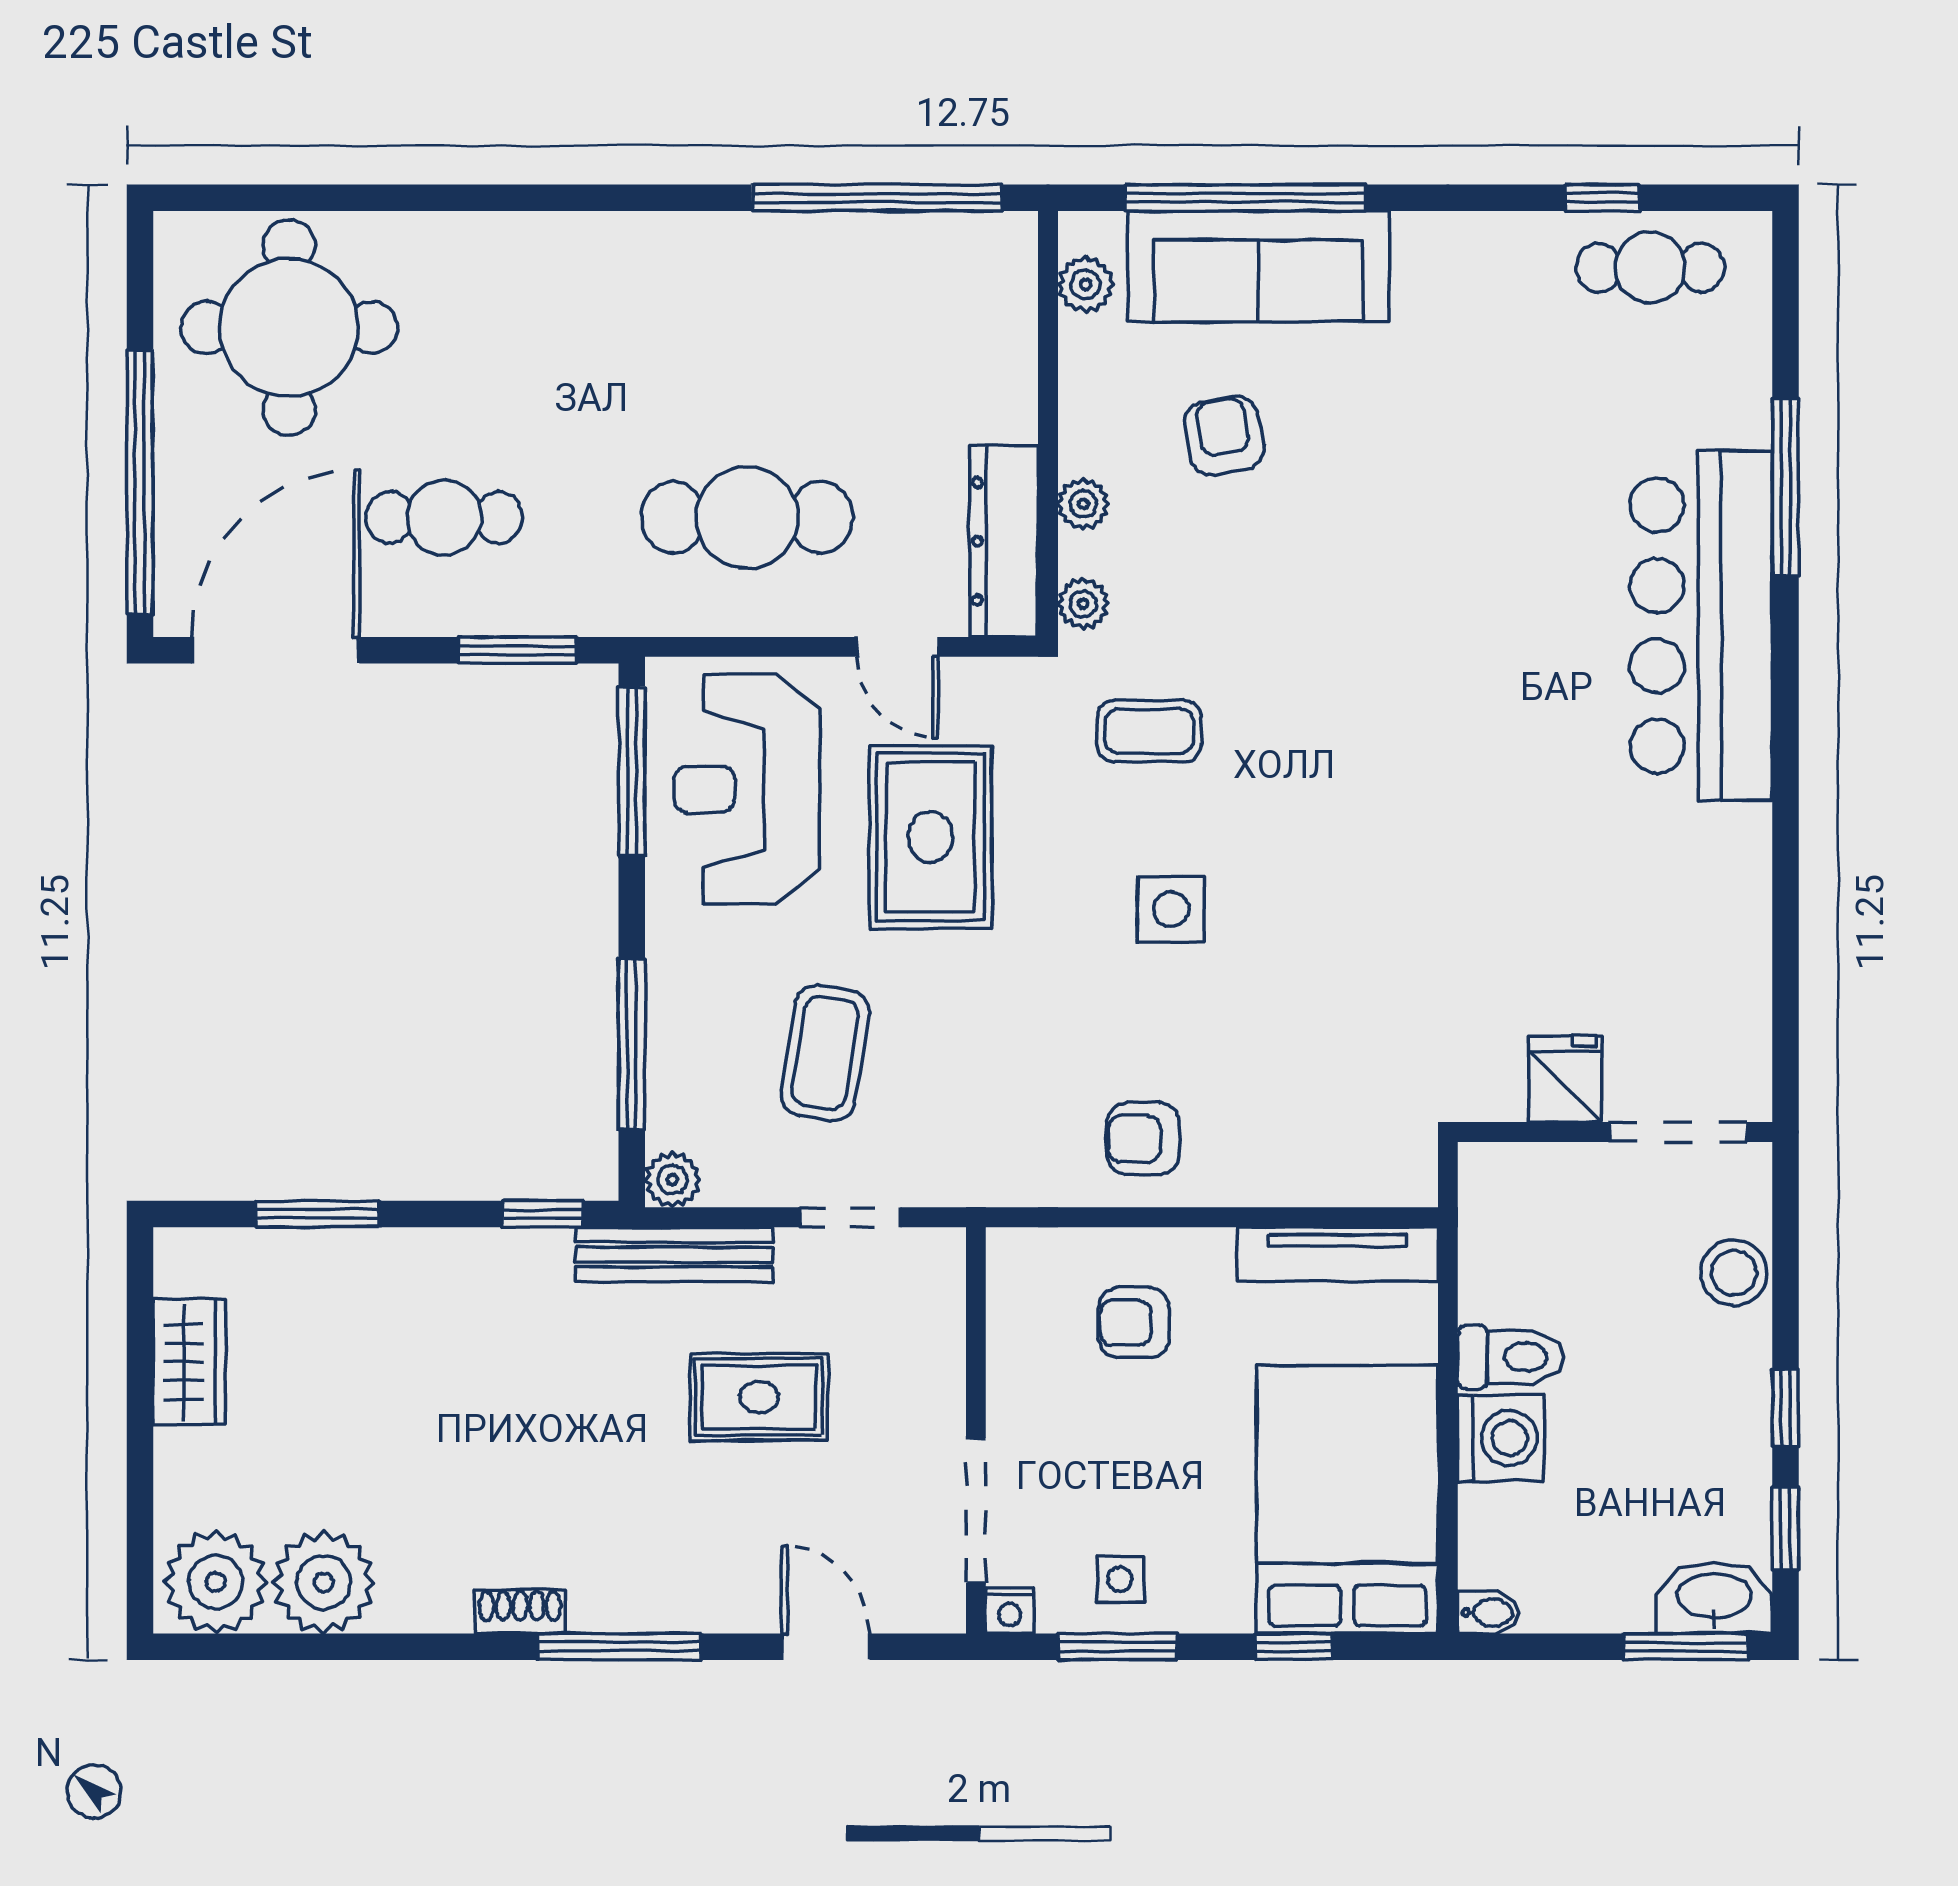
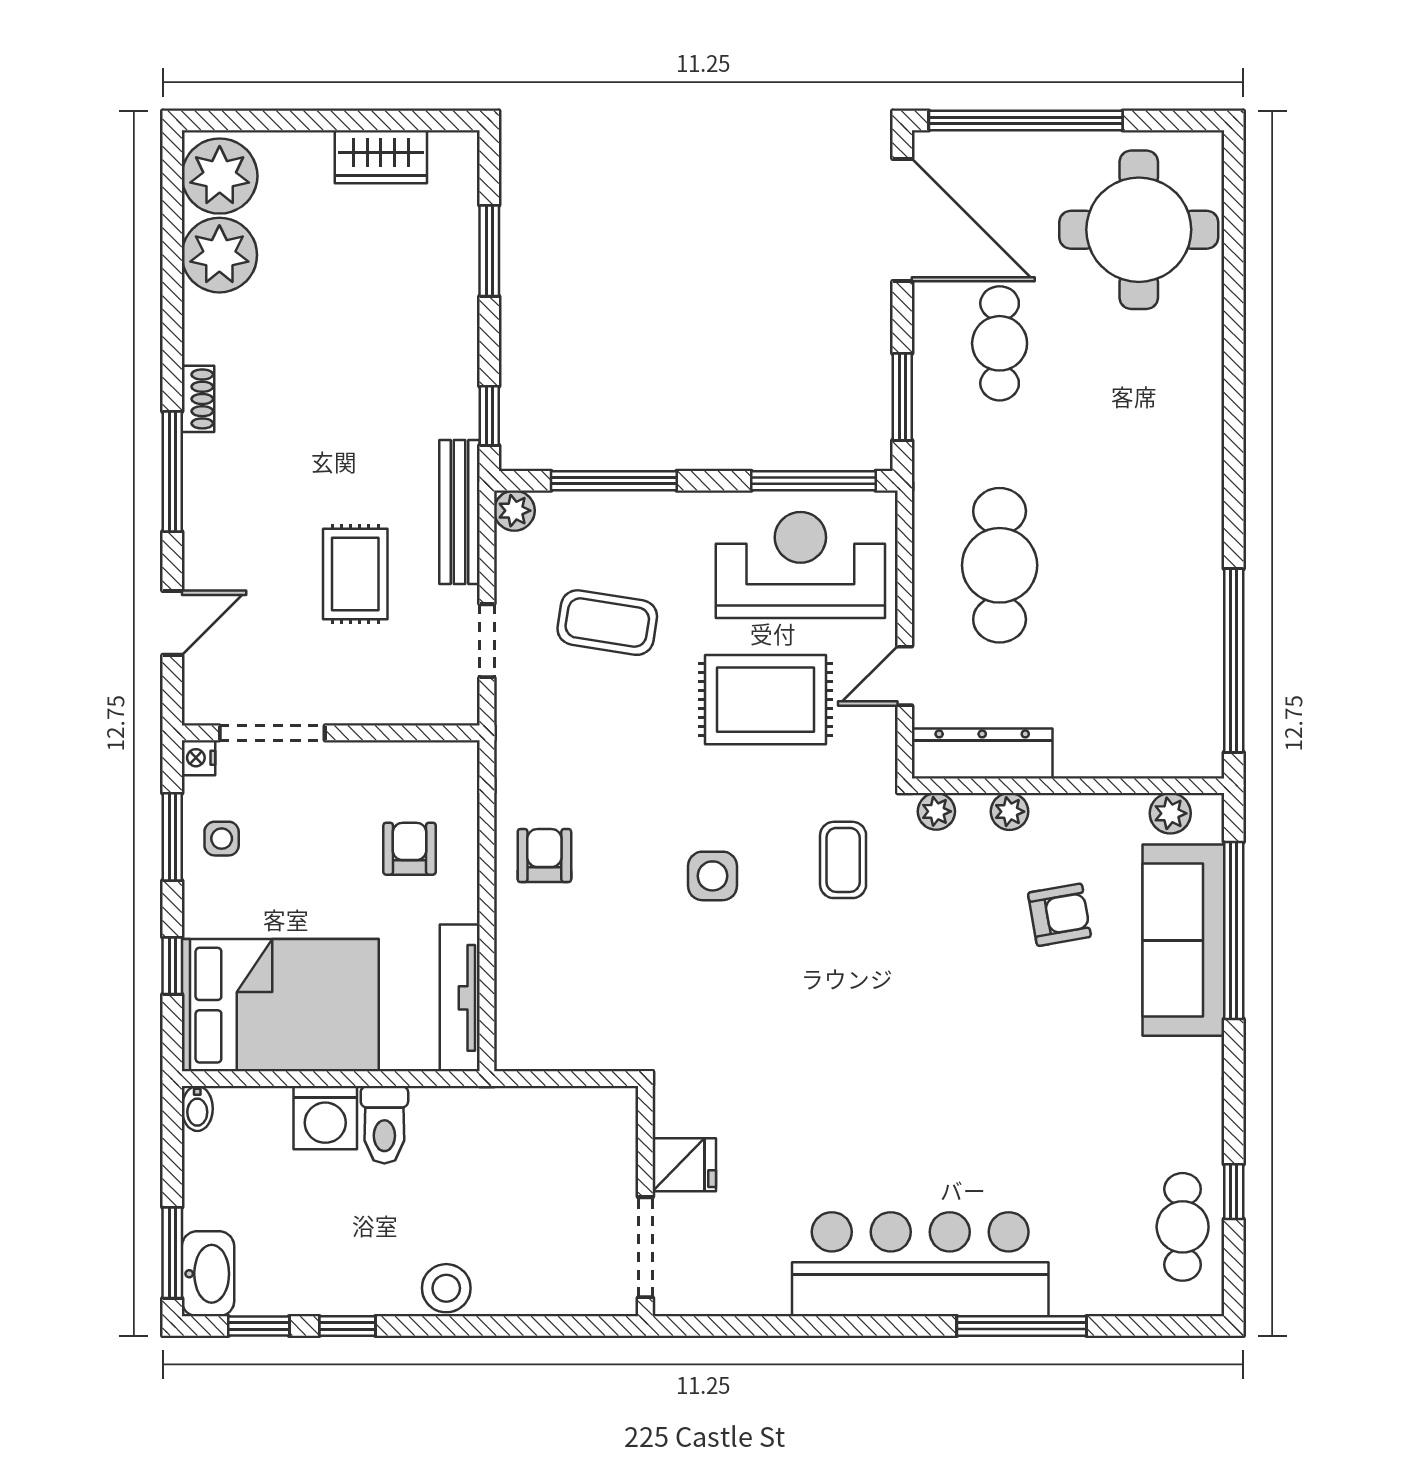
fridge: (1565, 1079) -> (684, 1165), moved
wall: (1615, 1132) -> (645, 1201), moved
doorway: (1678, 1132) -> (645, 1247), moved

